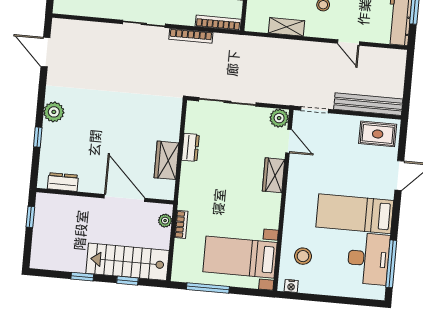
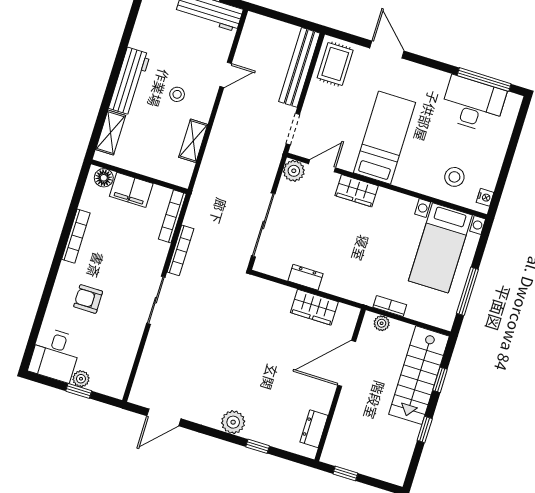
bed: (355, 214) -> (385, 138), moved, turned 180

